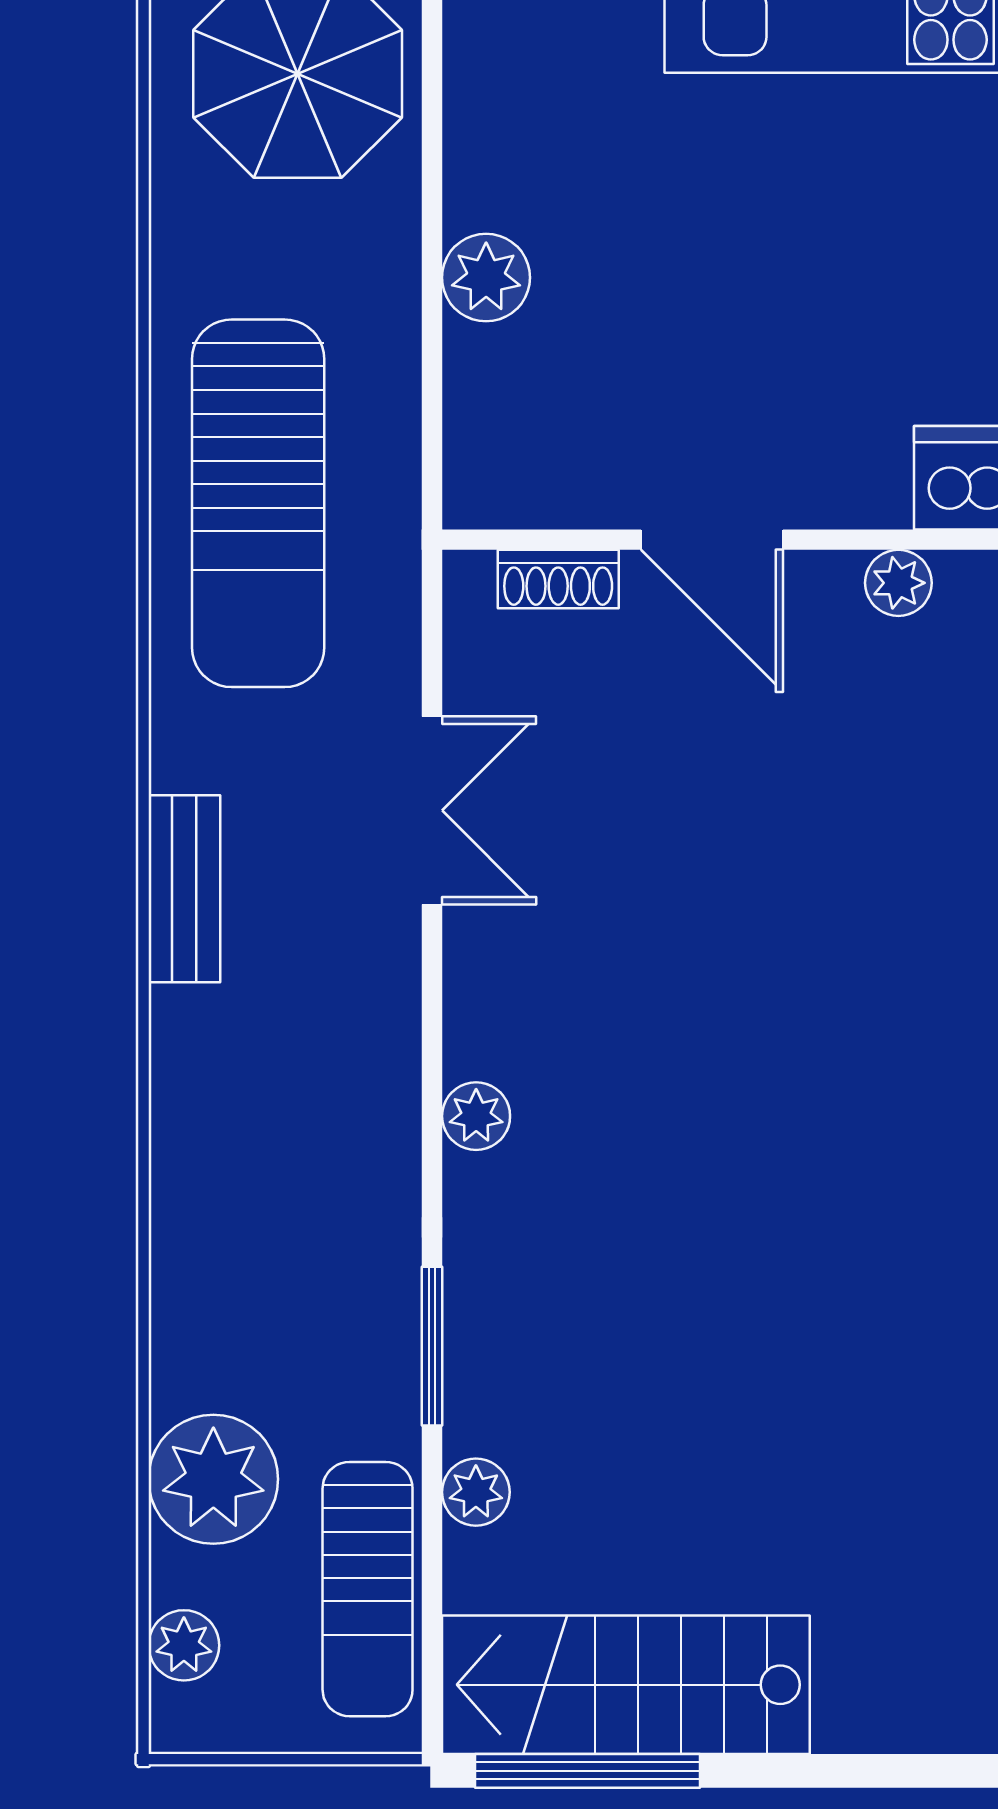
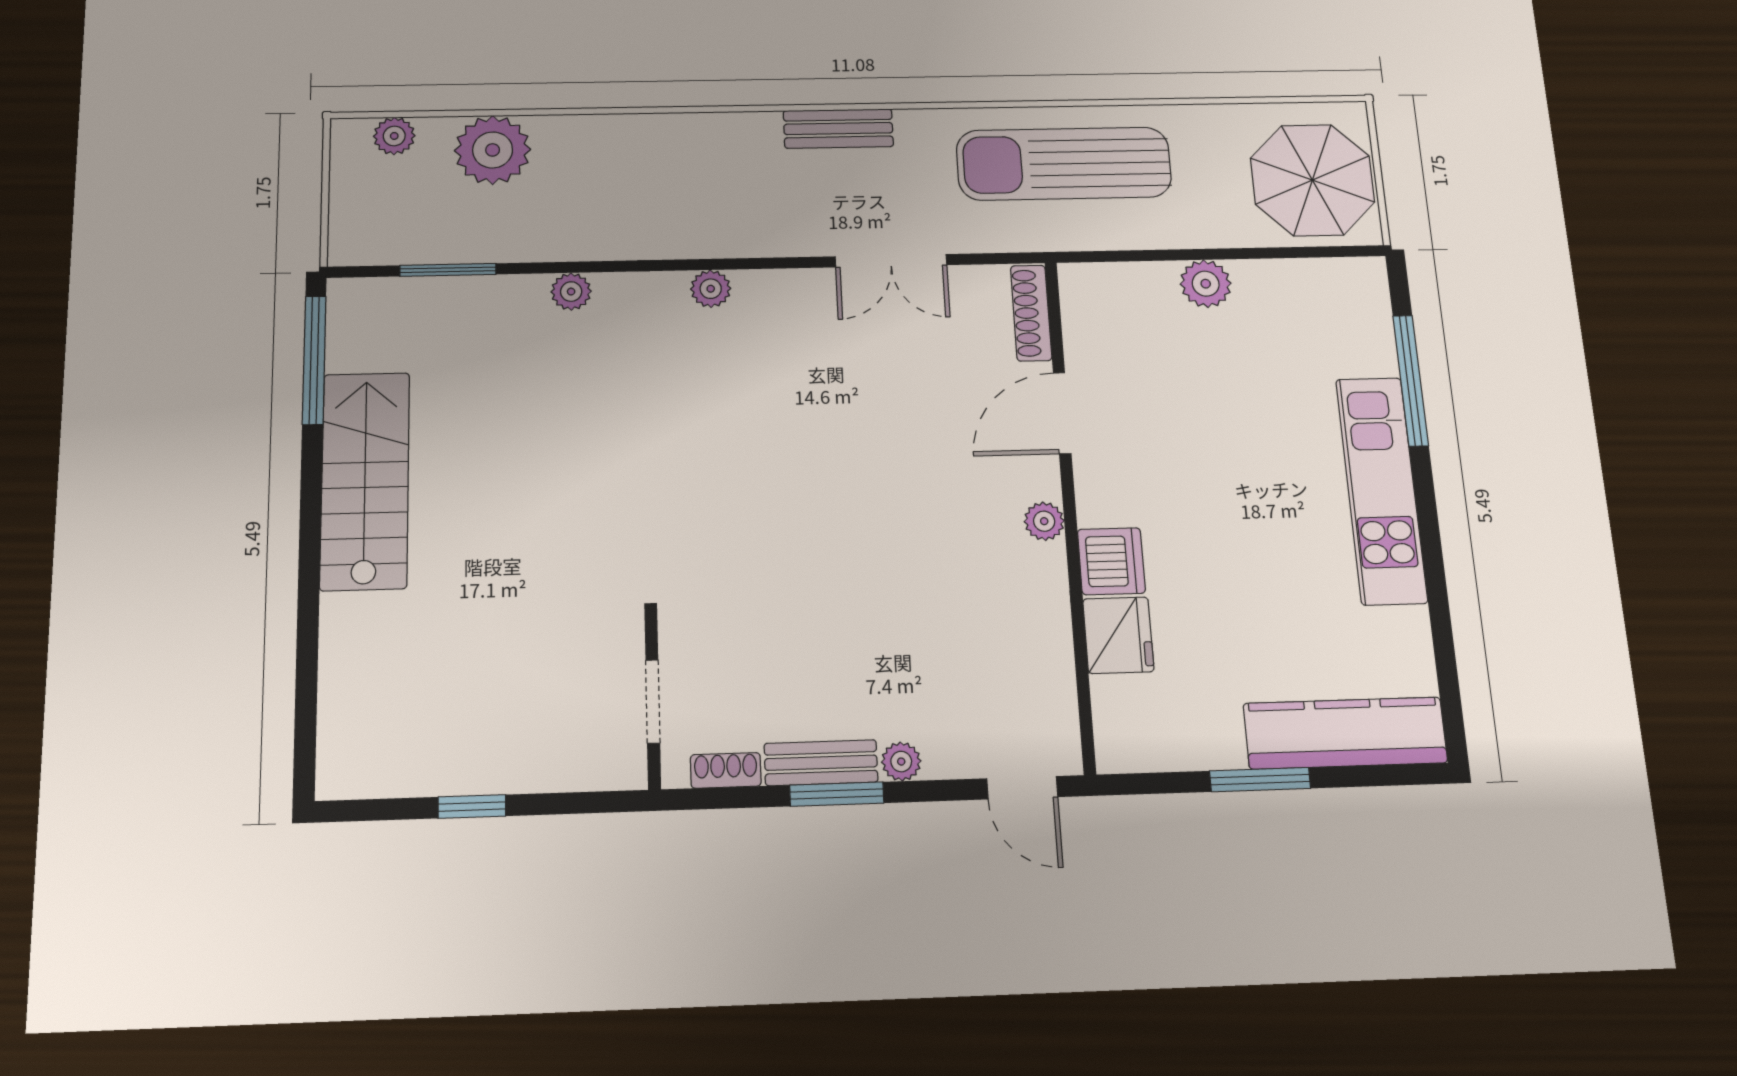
shoe rack: (558, 579) -> (1031, 313), width x1.43
window: (432, 1346) -> (448, 270), moved
plant: (476, 1492) -> (571, 292), moved
sun lounger: (368, 1589) -> (427, 235), removed
stairs: (626, 1685) -> (365, 480), moved

